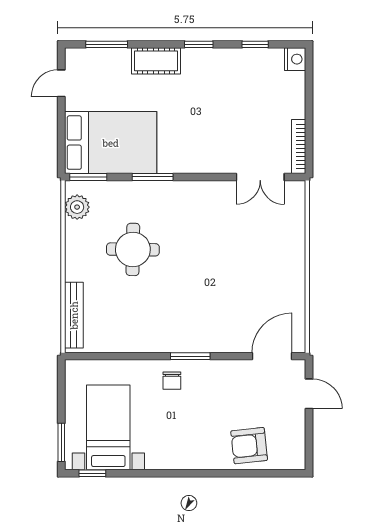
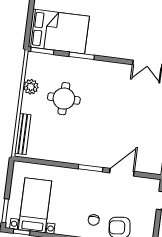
plant: (77, 207) -> (31, 87), moved
door: (272, 356) -> (122, 172), moved
chair: (172, 381) -> (94, 220), moved

